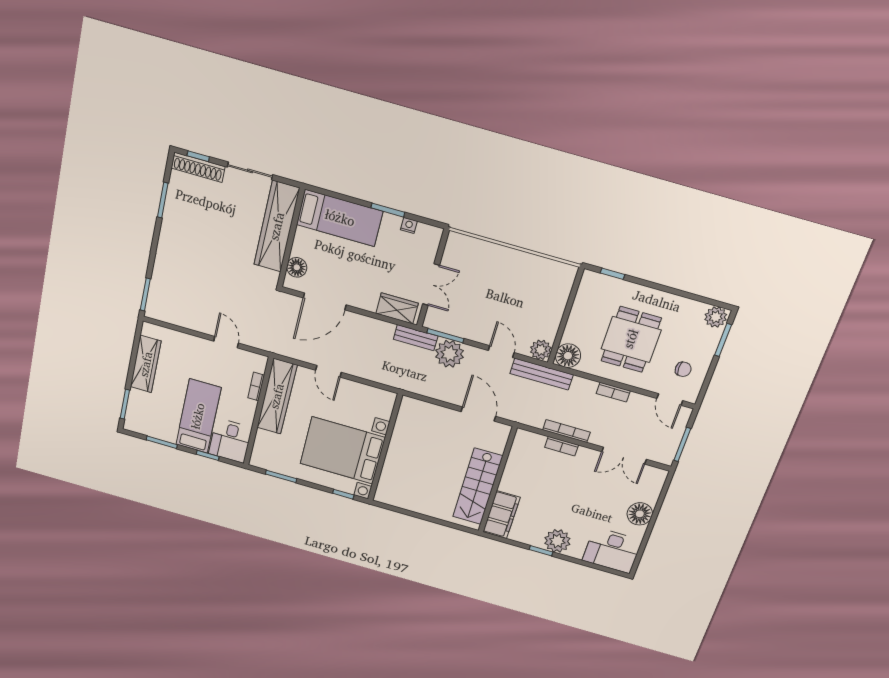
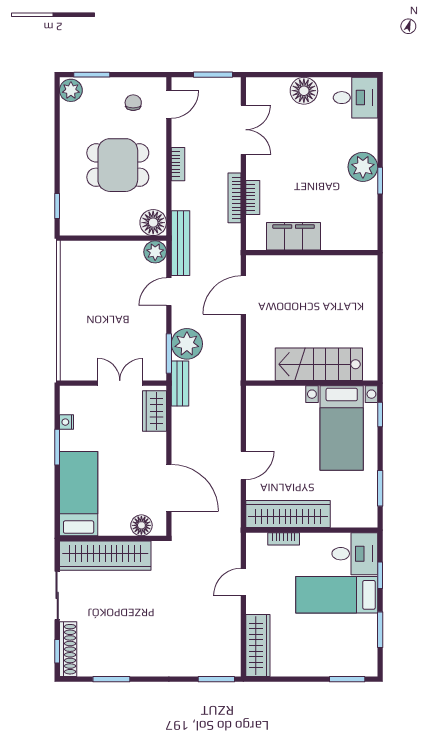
wardrobe: (146, 364) -> (258, 646), moved, turned 90
bed with nightstands: (343, 451) -> (342, 428), width x0.73
stairs: (478, 486) -> (319, 364), moved, turned 180
filing cabinet: (501, 515) -> (294, 236), moved
desk: (612, 550) -> (355, 98), width x0.73

